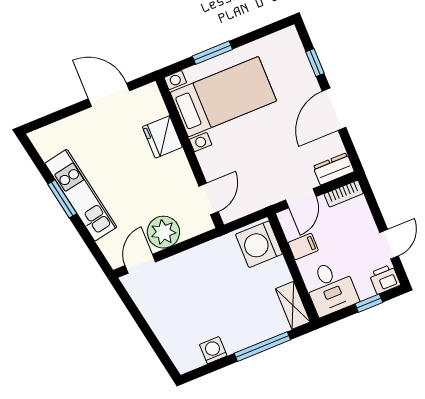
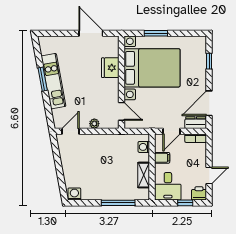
bed with nightstands: (223, 97) -> (152, 68), width x1.36
door: (334, 109) -> (209, 103), moved
door: (209, 199) -> (122, 111), hinge flipped
plant: (163, 232) -> (94, 124), width x0.53, depth x0.53
washing machine: (259, 244) -> (144, 147), width x0.53, depth x0.53
shelving: (293, 305) -> (144, 175), moved
washing machine: (213, 350) -> (74, 194), moved

